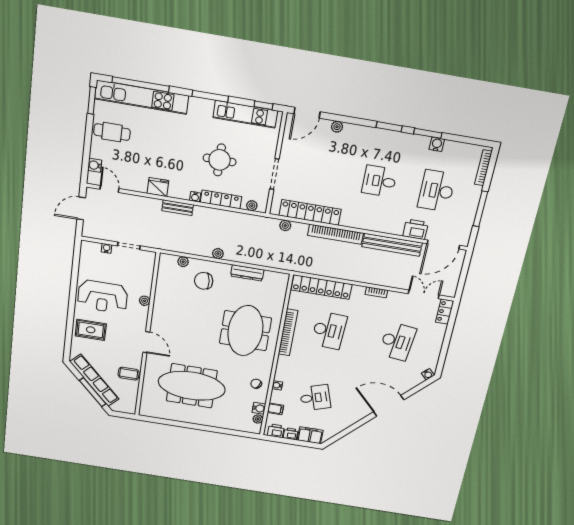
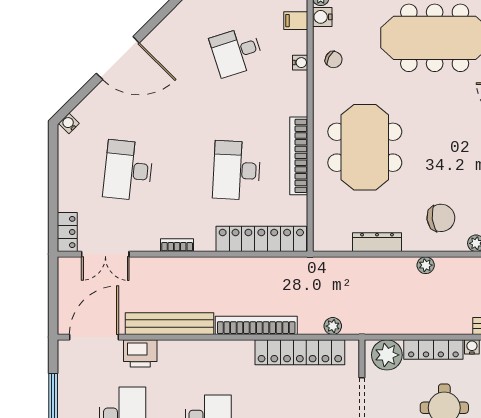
plant: (252, 206) -> (387, 355), width x1.87, depth x1.87

